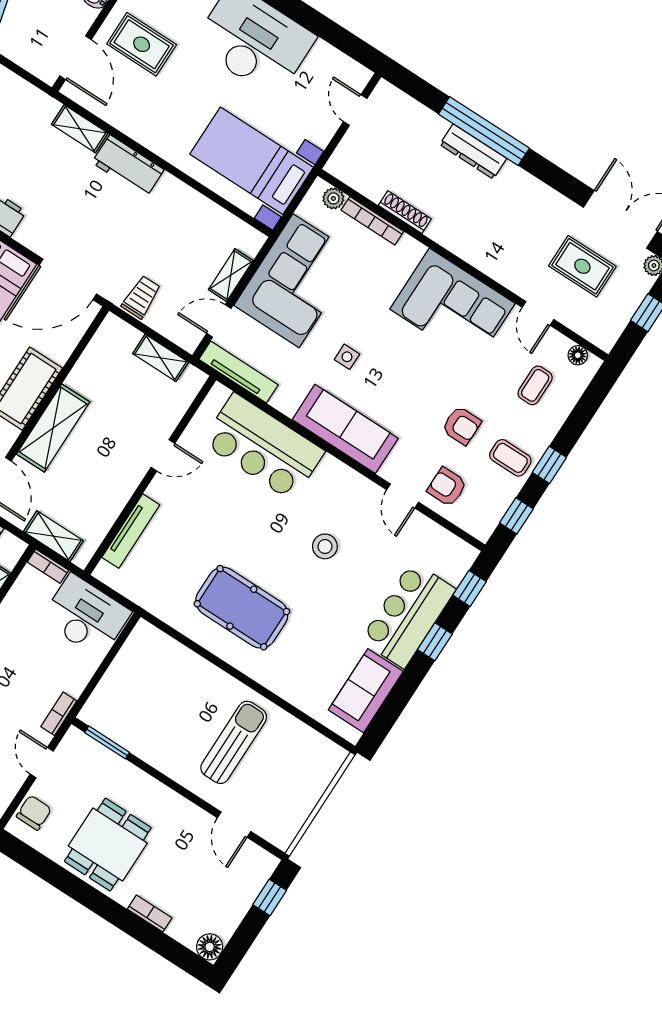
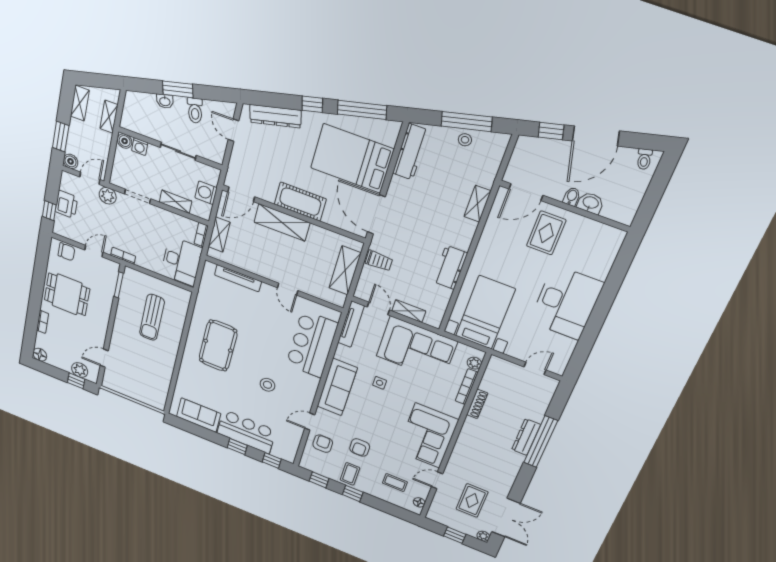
workbench: (128, 166) -> (450, 267), moved
shelving: (161, 358) -> (345, 270), width x1.50, depth x1.33
sun lounger: (234, 742) -> (152, 317), moved, turned 90
plant: (250, 882) -> (80, 370), added

